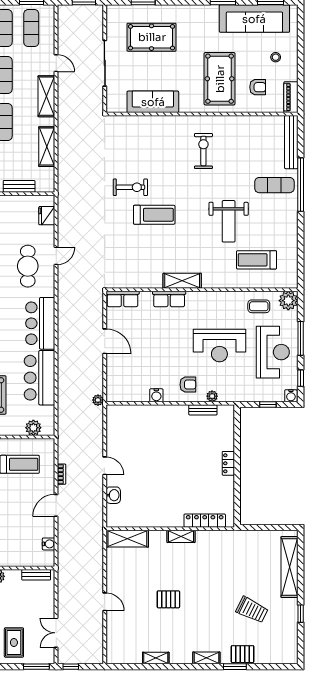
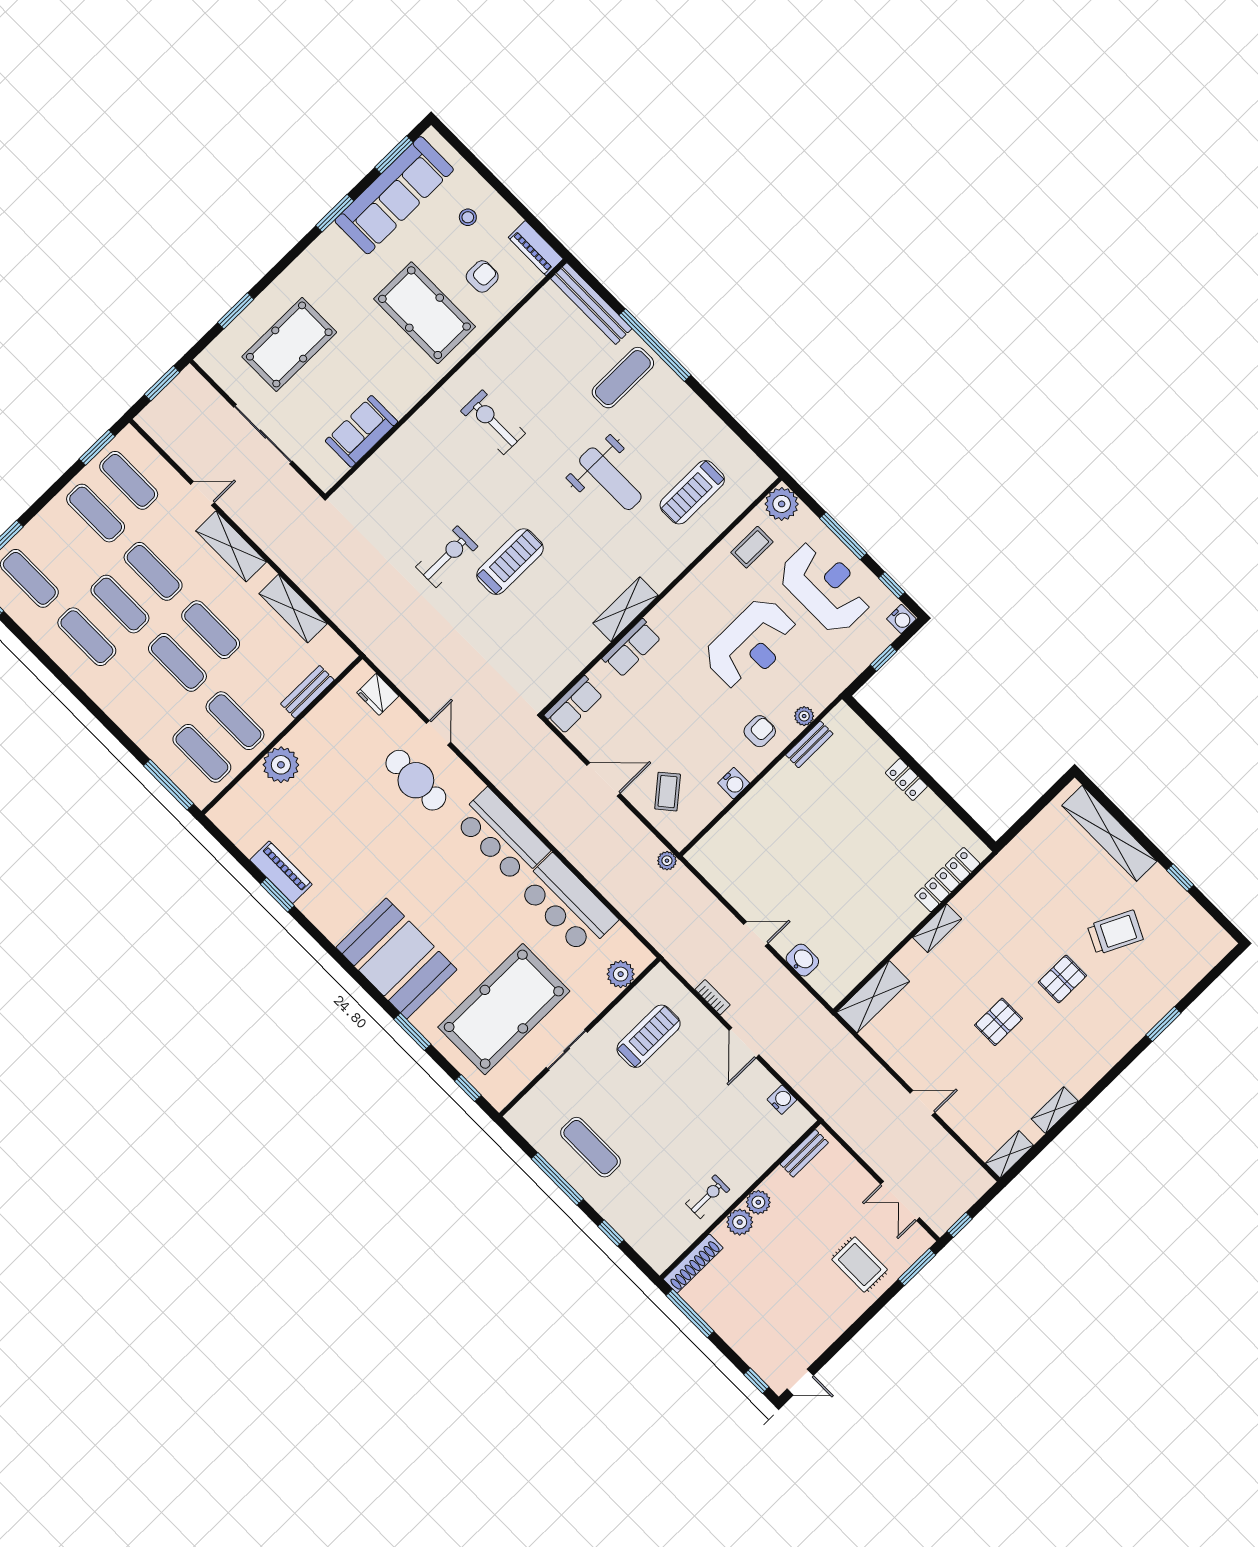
sofa: (153, 102) -> (361, 431), width x0.73
coffee table: (126, 372) -> (668, 792), added
pallet: (243, 654) -> (1062, 979), moved
shelving: (206, 658) -> (1009, 1154), moved

